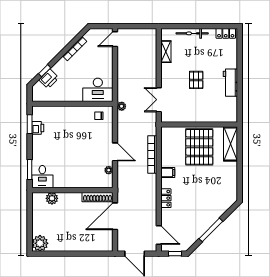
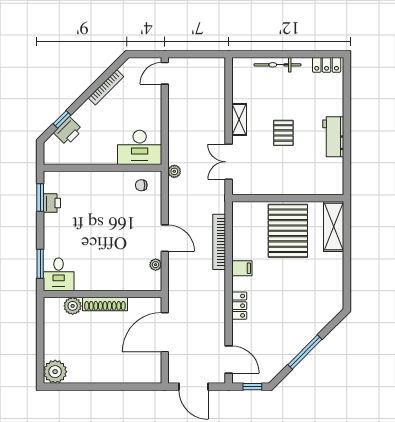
shelving: (166, 52) -> (239, 119), moved
shoe rack: (97, 197) -> (105, 304), moved

